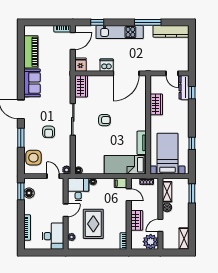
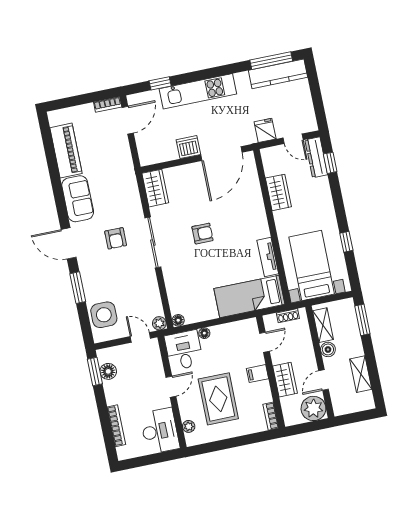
window: (148, 22) -> (271, 61), moved
fridge: (80, 65) -> (265, 130), moved
armchair: (49, 132) -> (116, 238), moved
filing cabinet: (121, 183) -> (257, 374), moved
door: (129, 195) -> (264, 342), hinge flipped
shelving: (184, 239) -> (361, 374), moved

